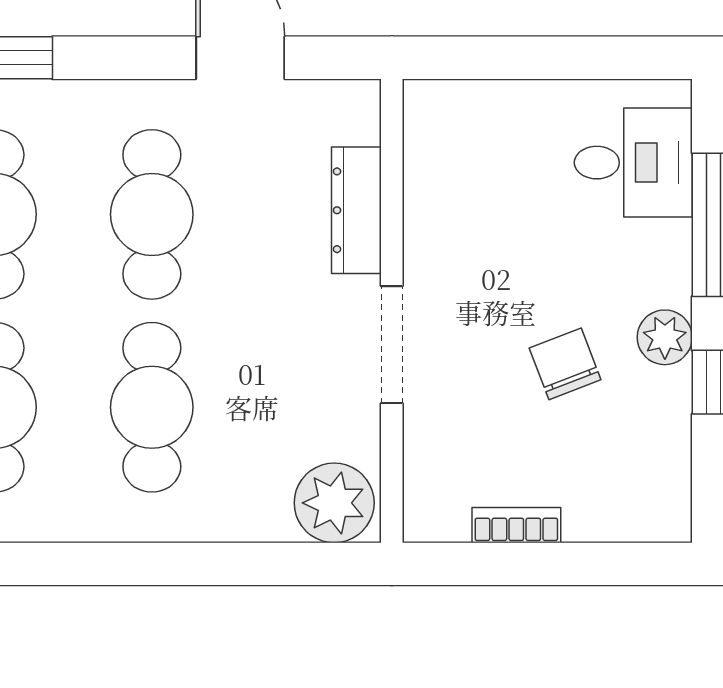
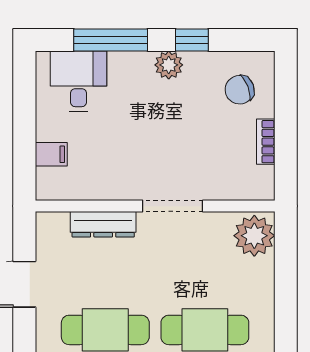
filing cabinet: (492, 110) -> (51, 154), added
chair: (565, 364) -> (240, 90), moved

